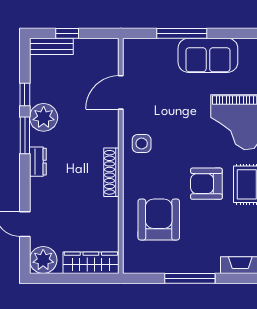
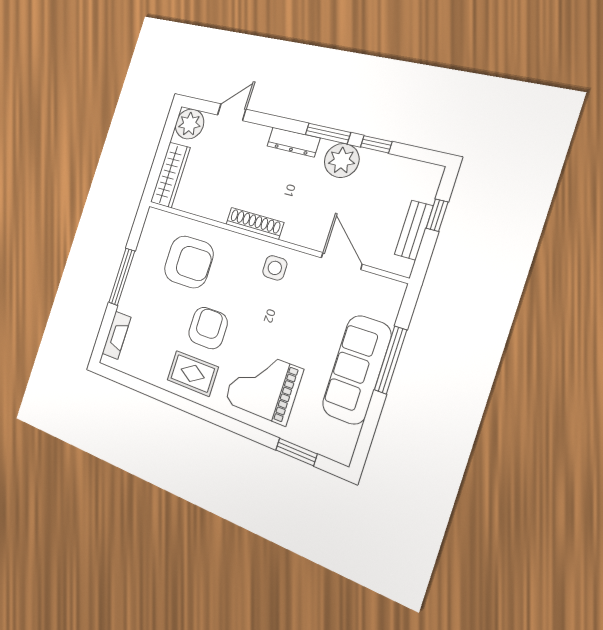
bench: (51, 46) -> (414, 230), moved
sofa: (208, 55) -> (357, 370), width x1.36
dresser: (38, 162) -> (293, 142), width x1.44

